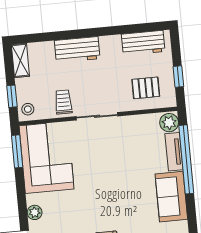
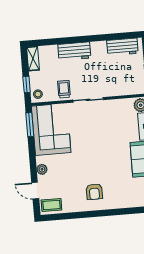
pallet: (146, 88) -> (124, 80), removed

